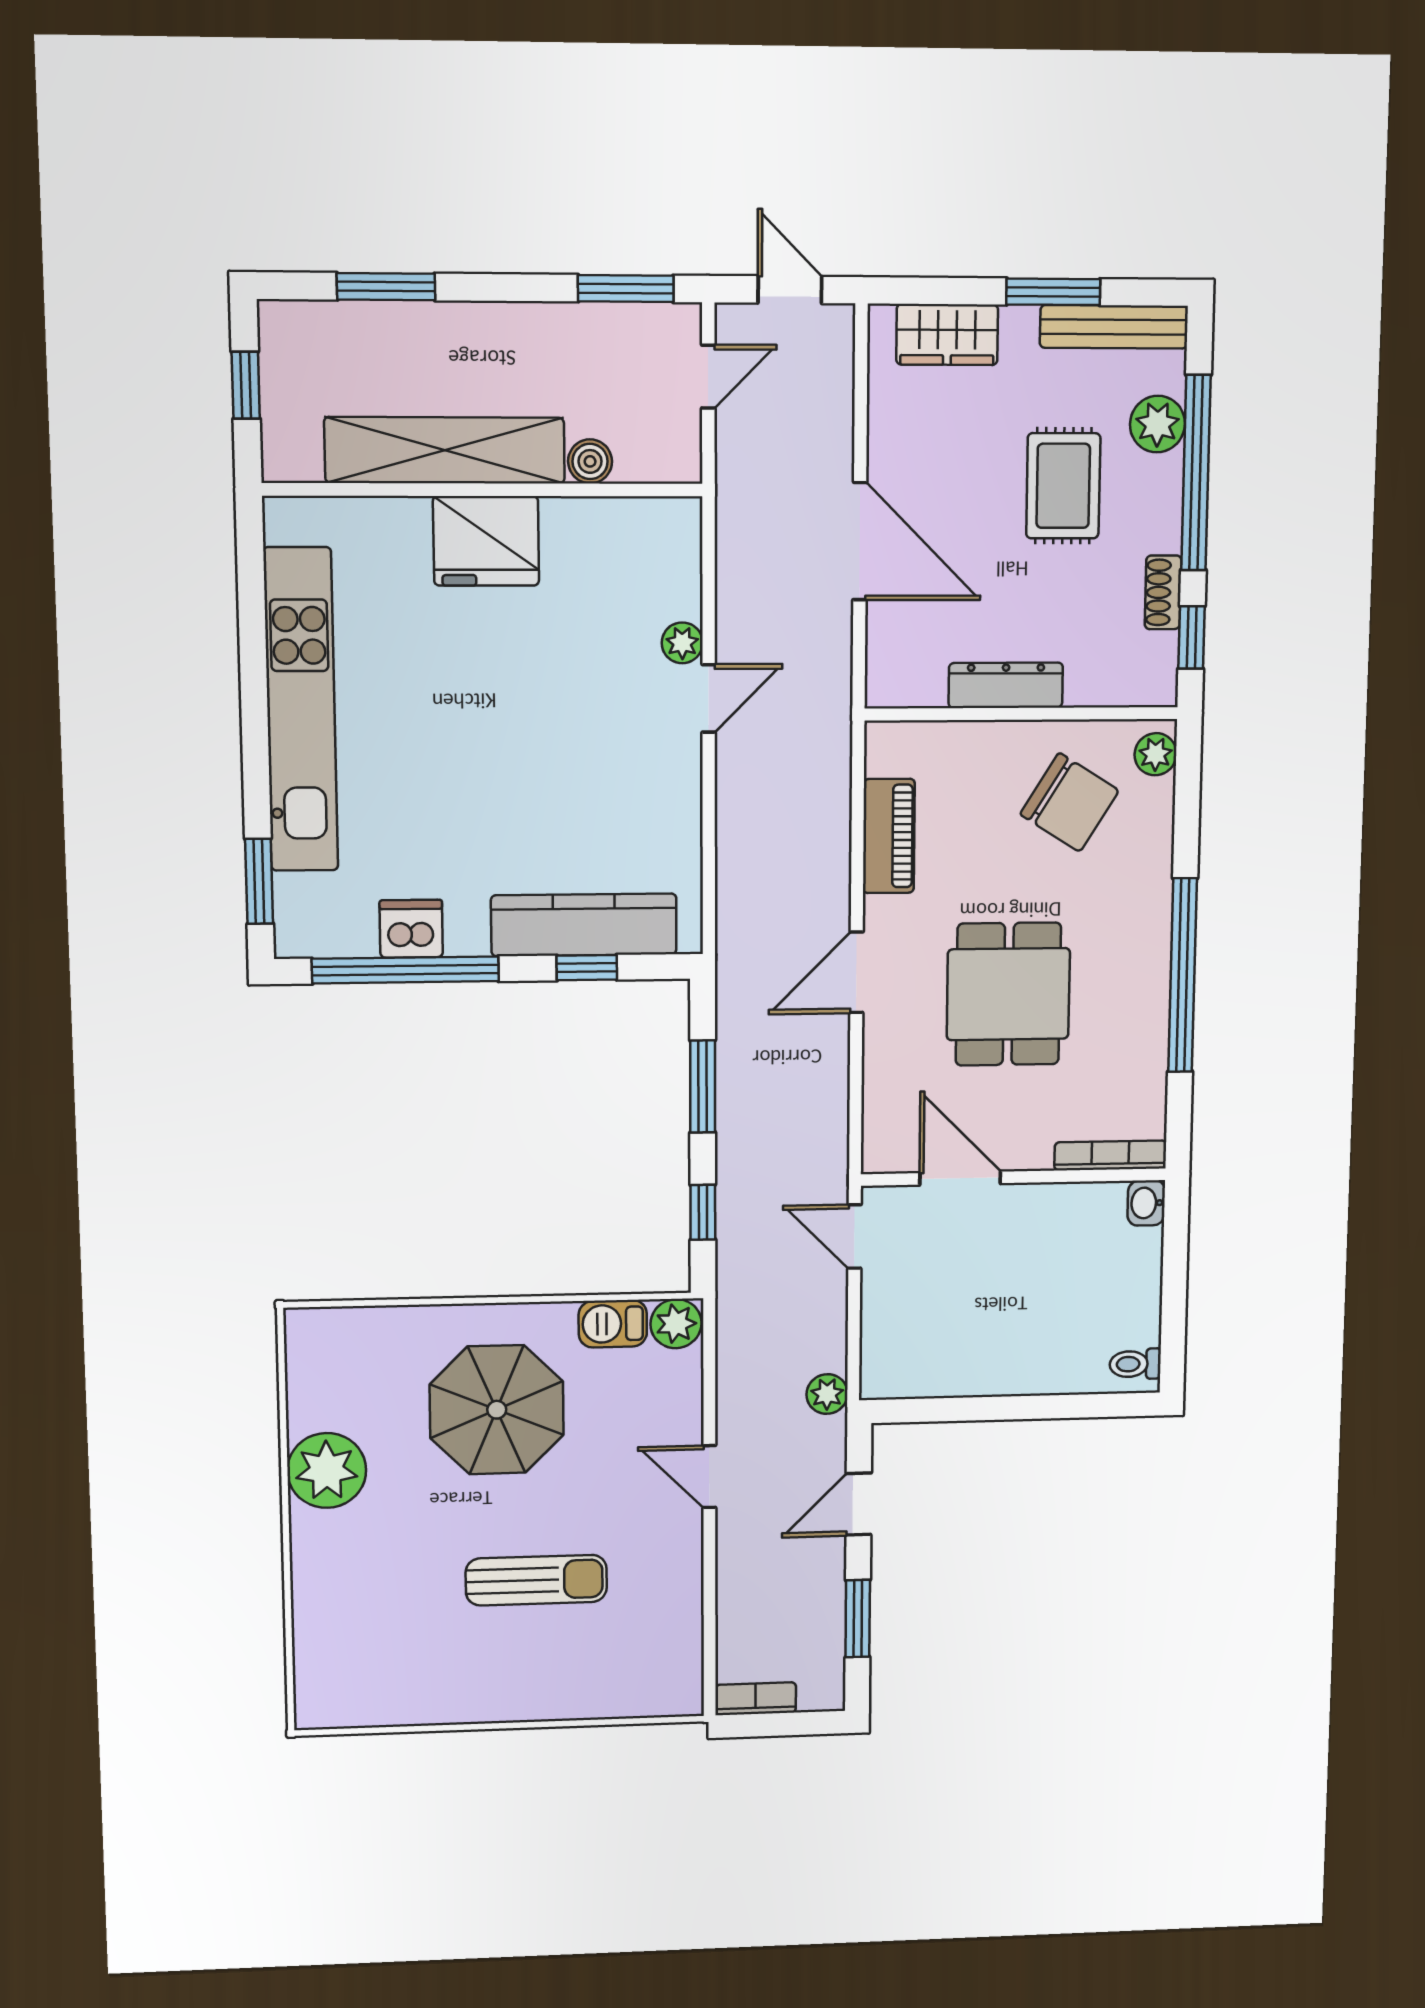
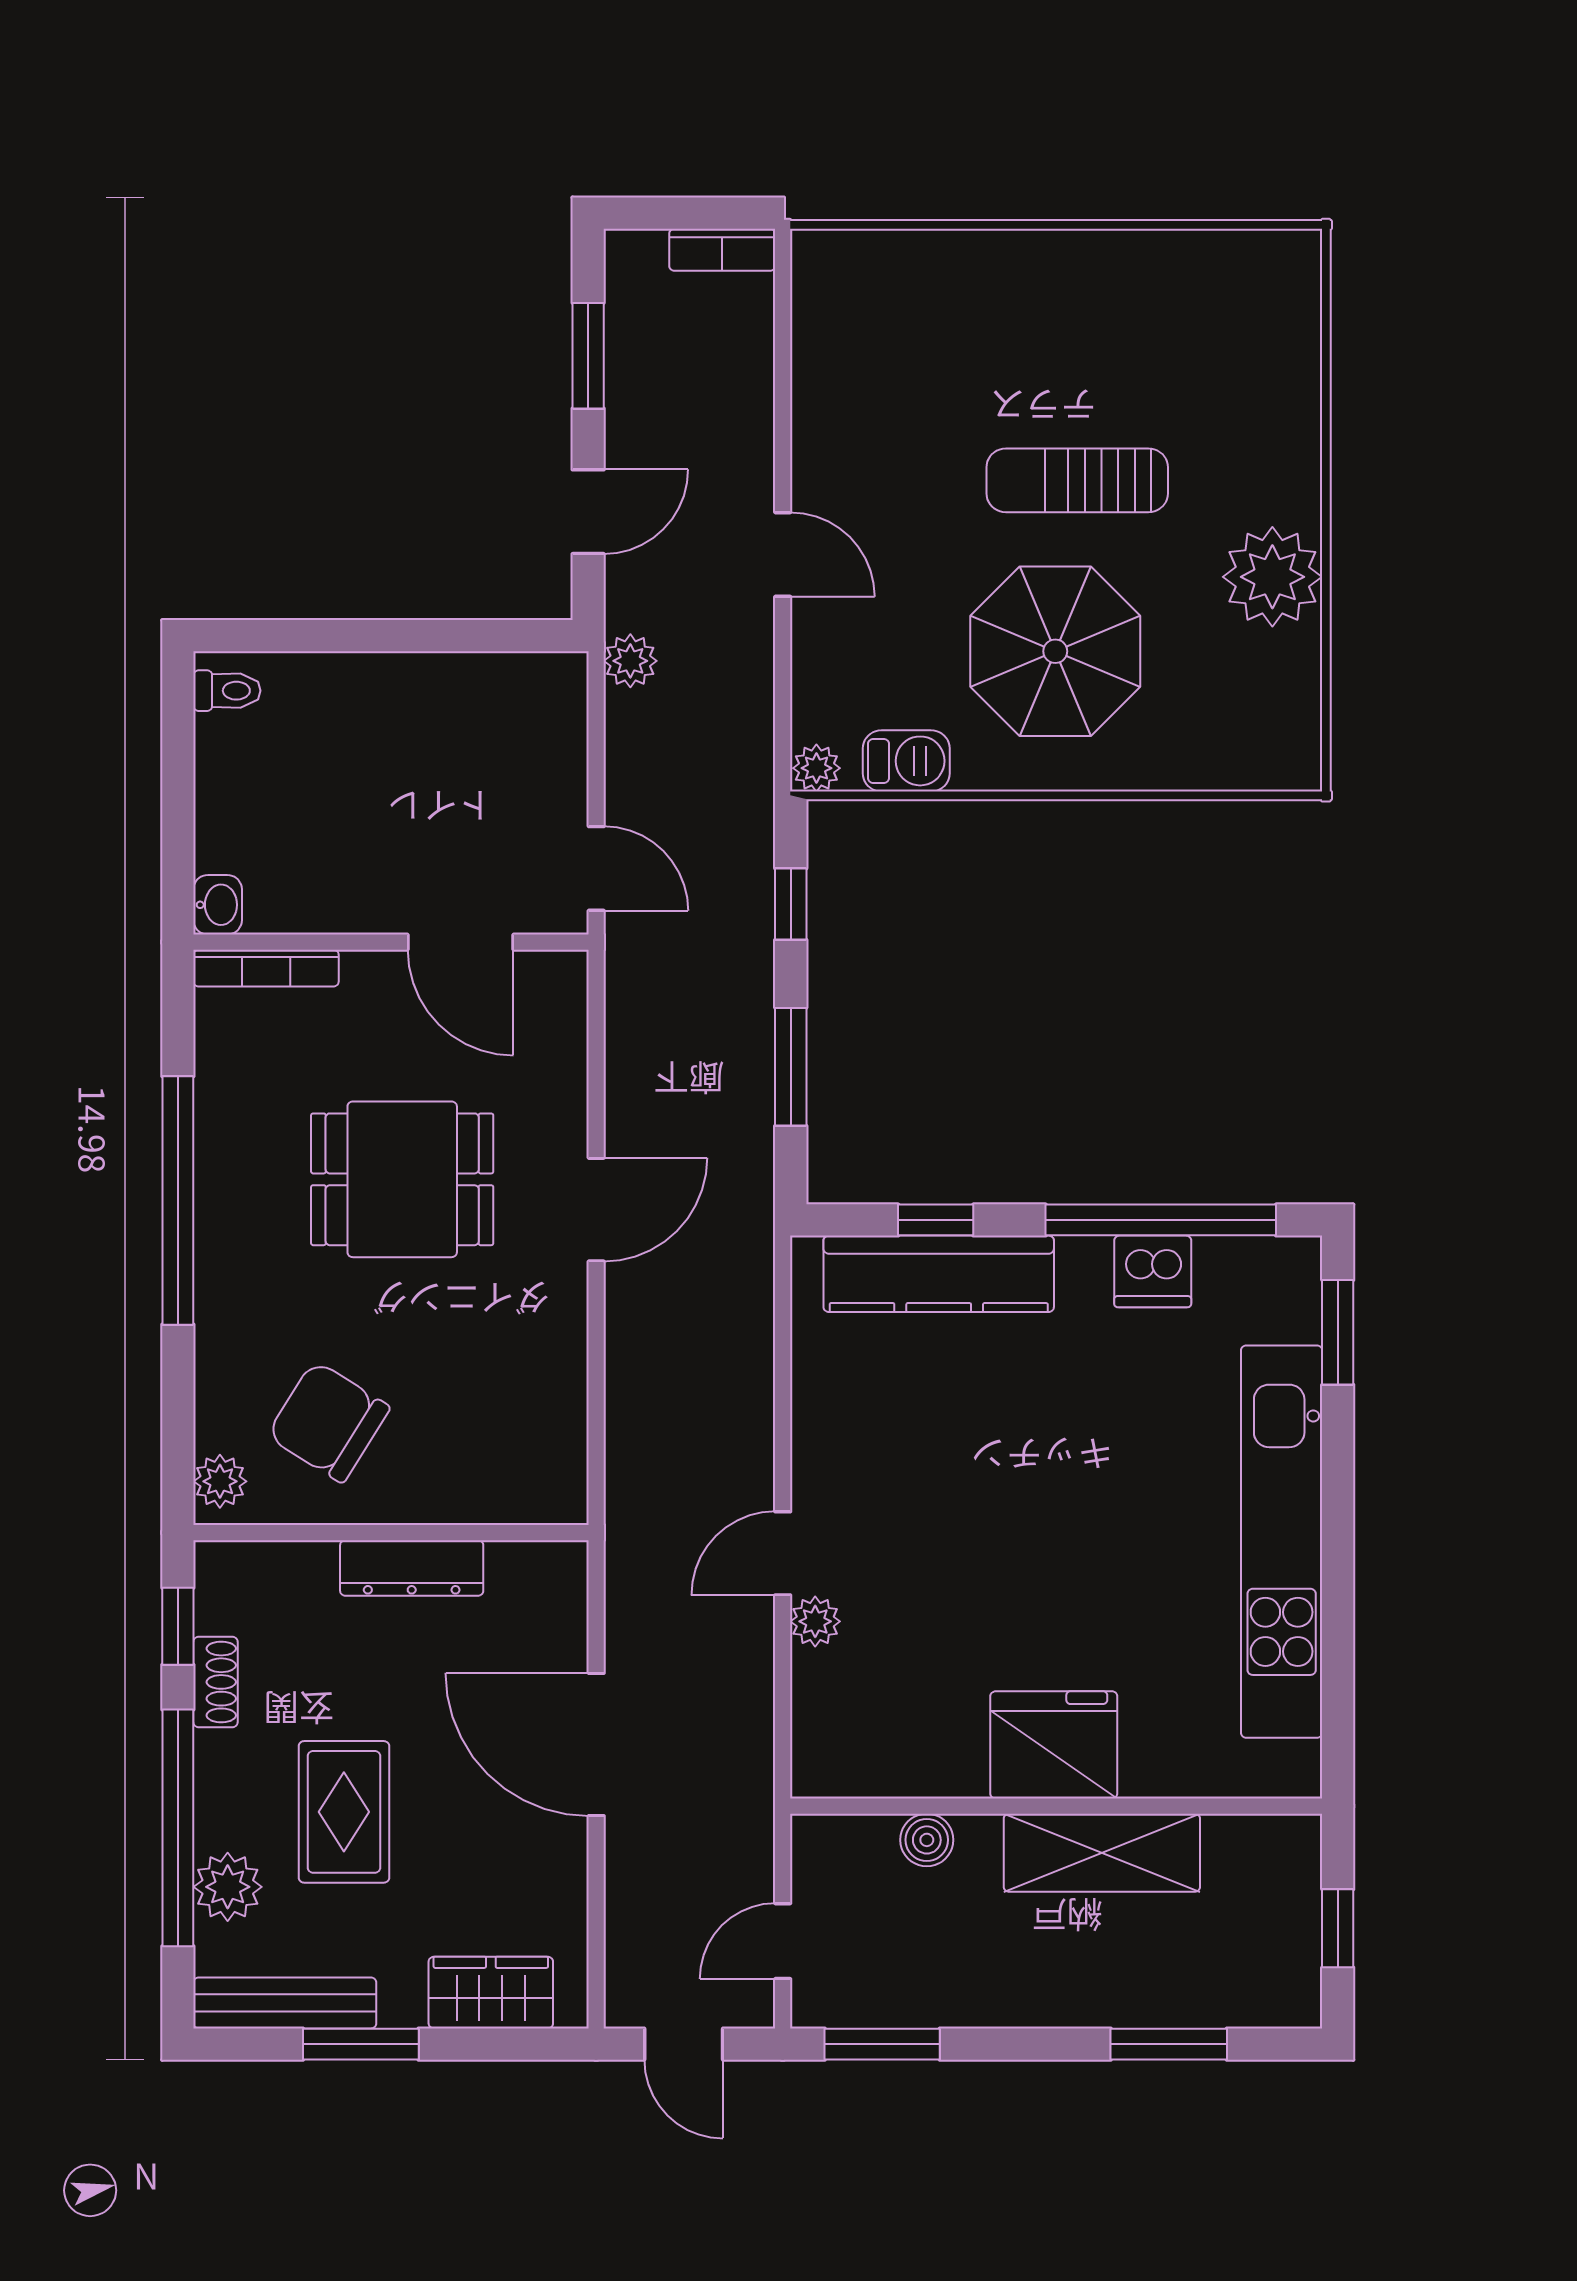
shelving: (445, 450) -> (1102, 1853), width x0.68
piano: (889, 836) -> (557, 1381), removed
dining table: (1008, 994) -> (402, 1179), turned 90
plant: (676, 1324) -> (816, 768), width x0.73, depth x0.73
sun lounger: (536, 1580) -> (1077, 480), moved

